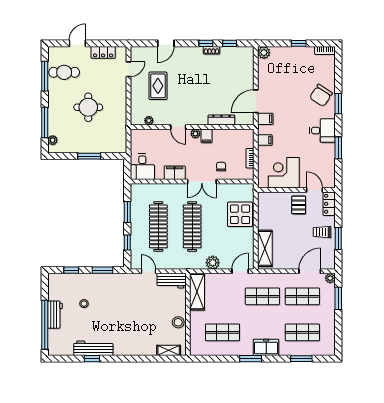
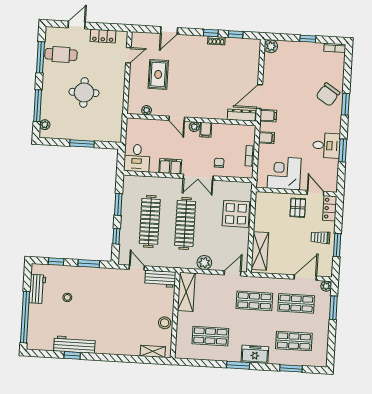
dresser: (221, 120) -> (241, 115), moved
desk: (322, 131) -> (326, 145), moved
workbench: (55, 315) -> (37, 289), moved

